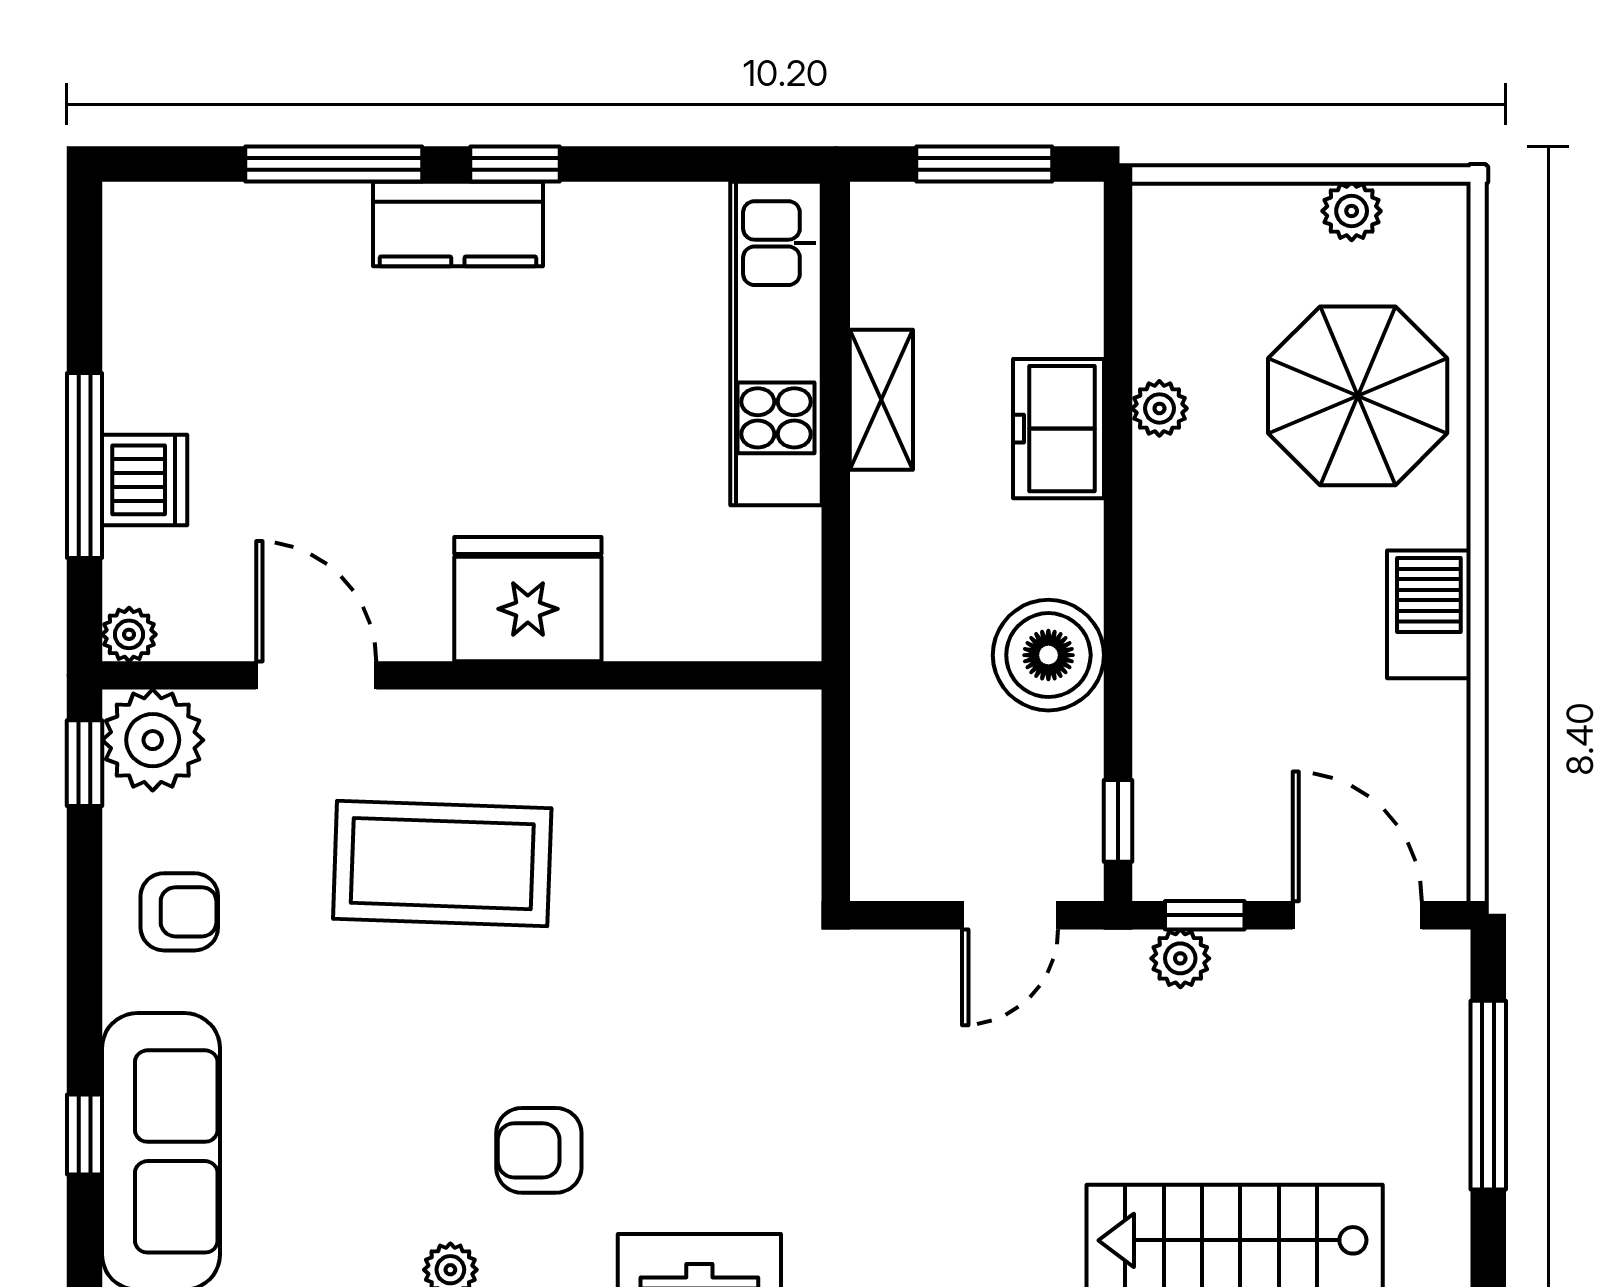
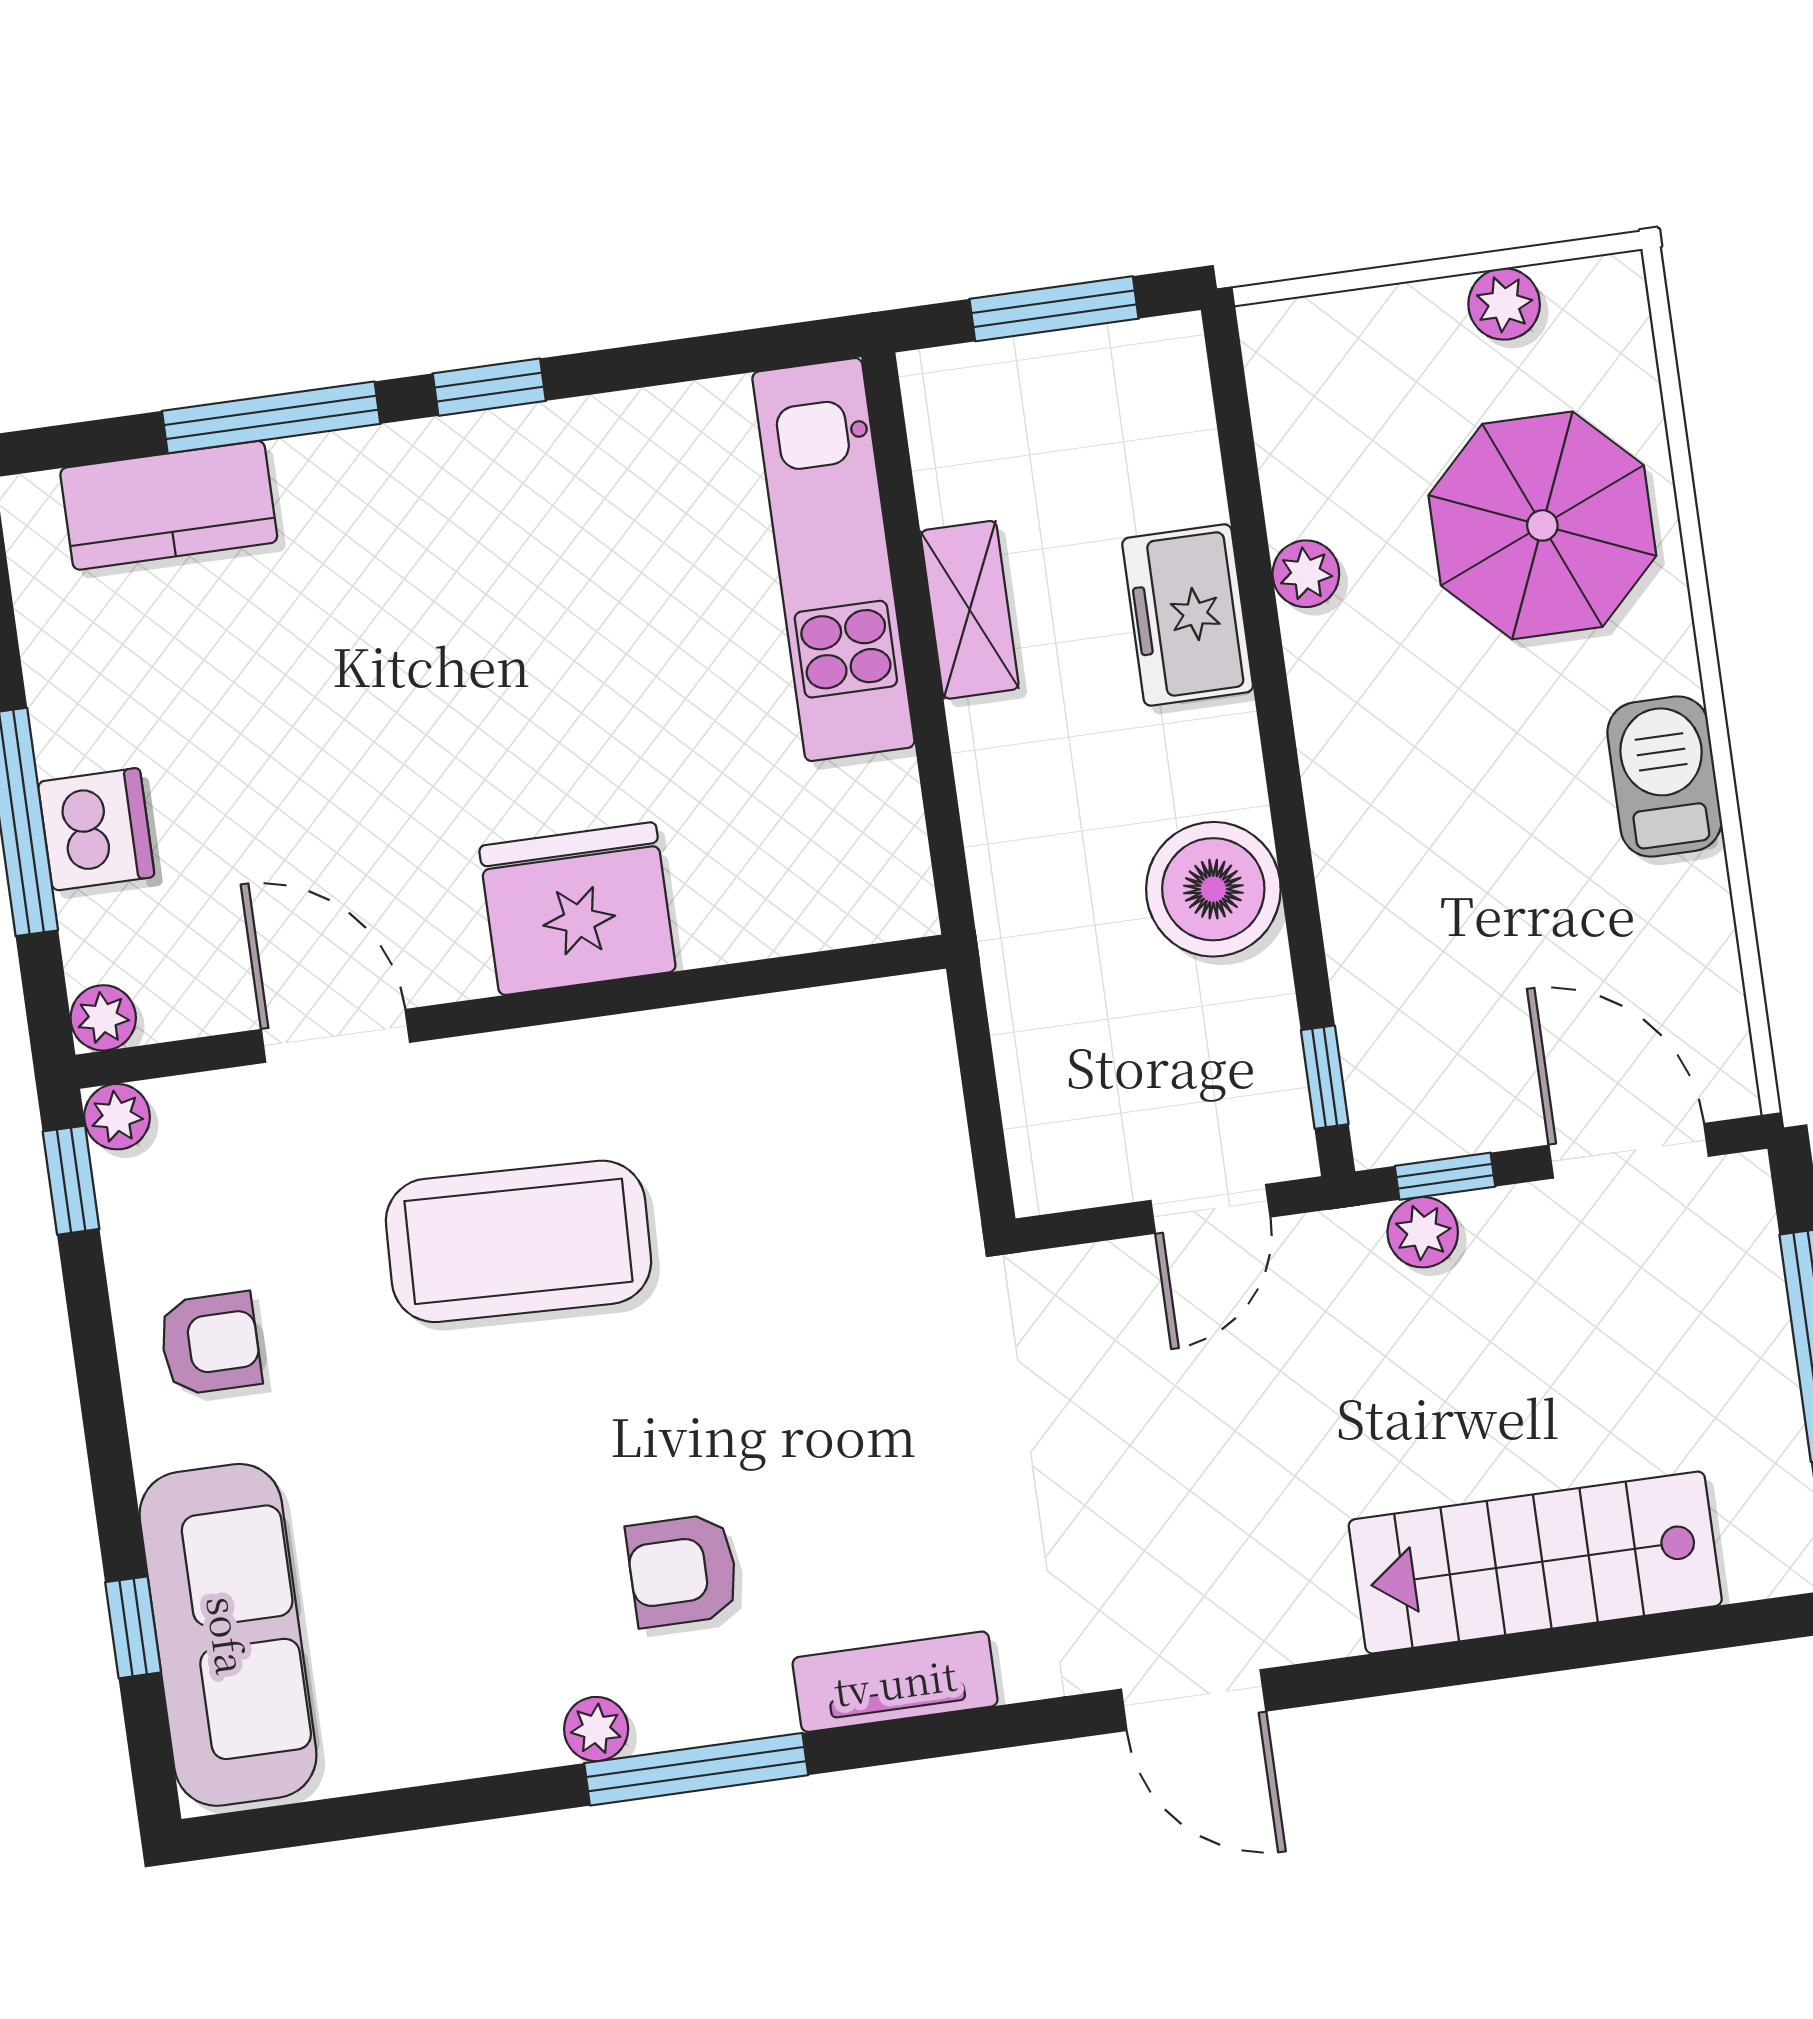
kitchen counter: (458, 224) -> (169, 505), moved
plant: (153, 740) -> (117, 1117), width x0.53, depth x0.53

